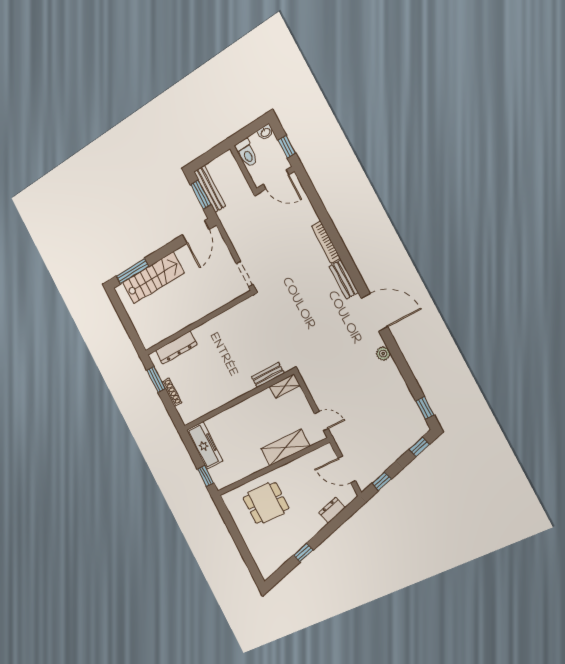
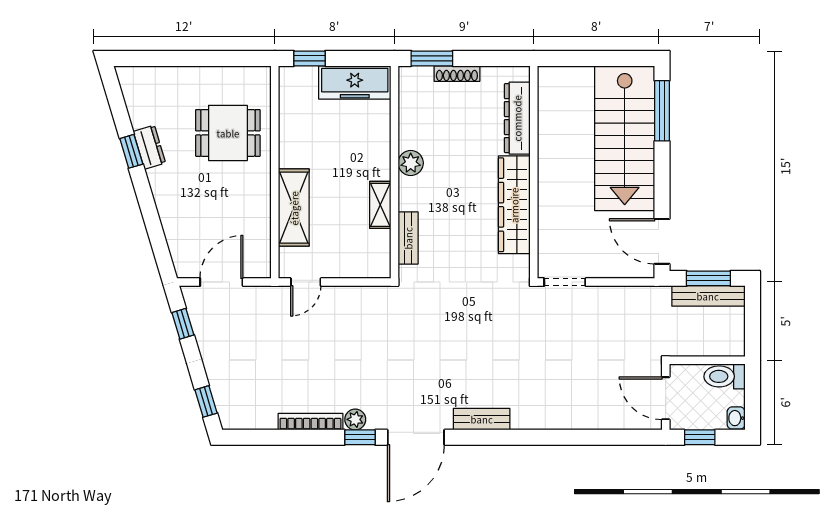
door: (276, 179) -> (666, 398), hinge flipped
bookcase: (326, 242) -> (310, 422), moved
stairs: (153, 278) -> (625, 138), width x1.36, depth x1.51
wardrobe: (220, 325) -> (514, 205), added
window: (156, 379) -> (432, 58), moved
shelving: (285, 386) -> (380, 205), moved
plant: (229, 394) -> (411, 163), added
window: (425, 408) -> (360, 437), moved
dining table: (266, 503) -> (228, 133), turned 90
dresser: (332, 510) -> (149, 147), moved

